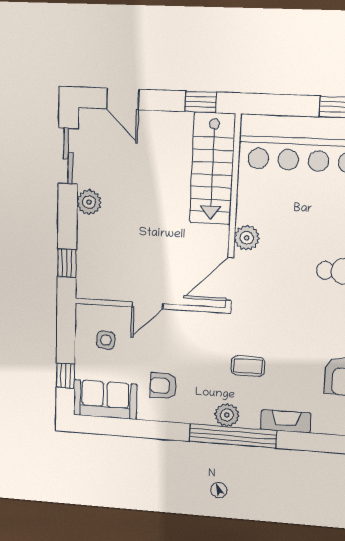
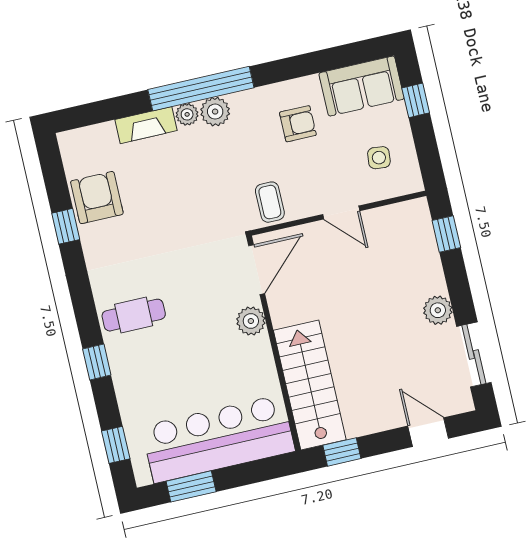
door: (147, 305) -> (341, 213), swing flipped
coffee table: (248, 366) -> (270, 202), moved, turned 90
plant: (250, 420) -> (187, 114), added

